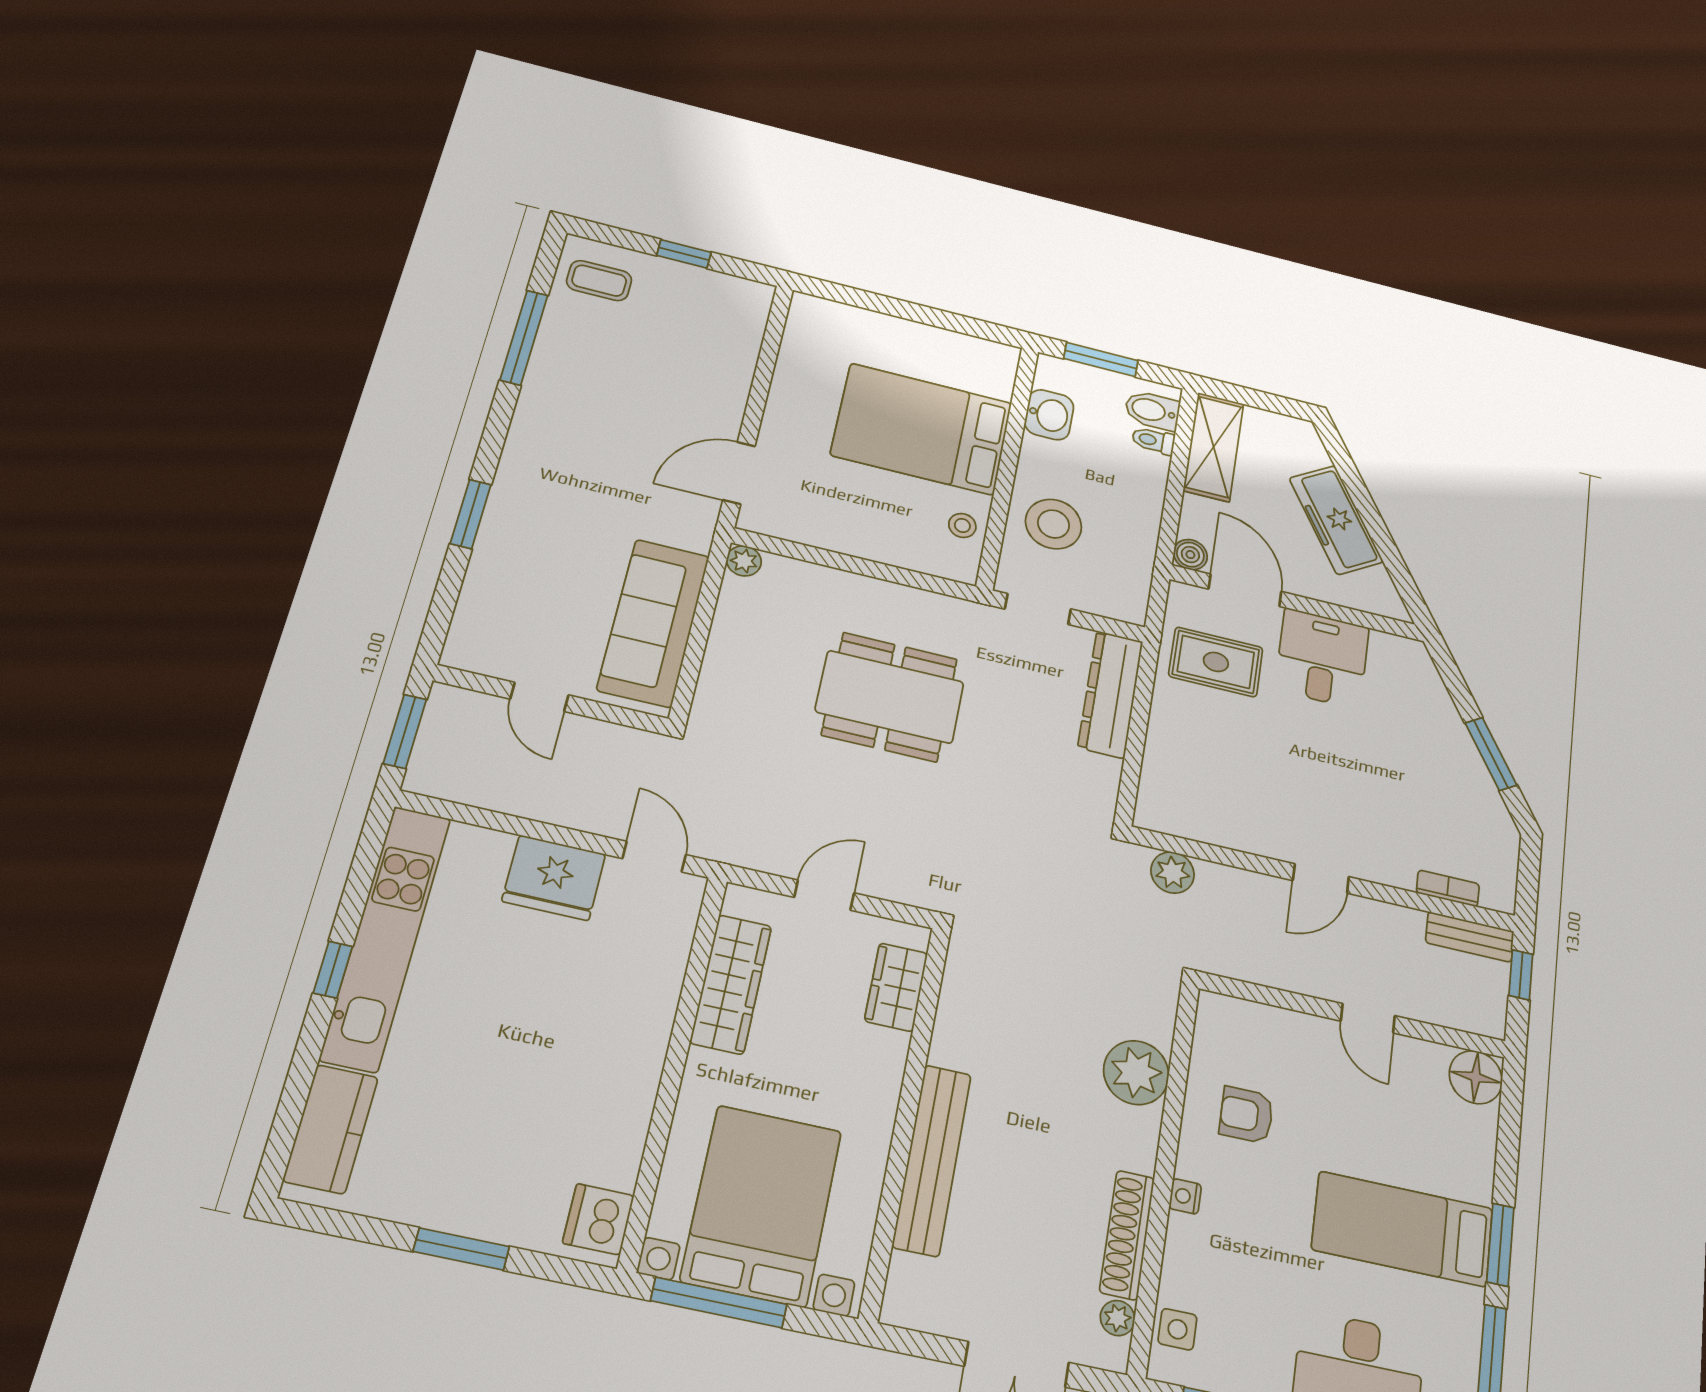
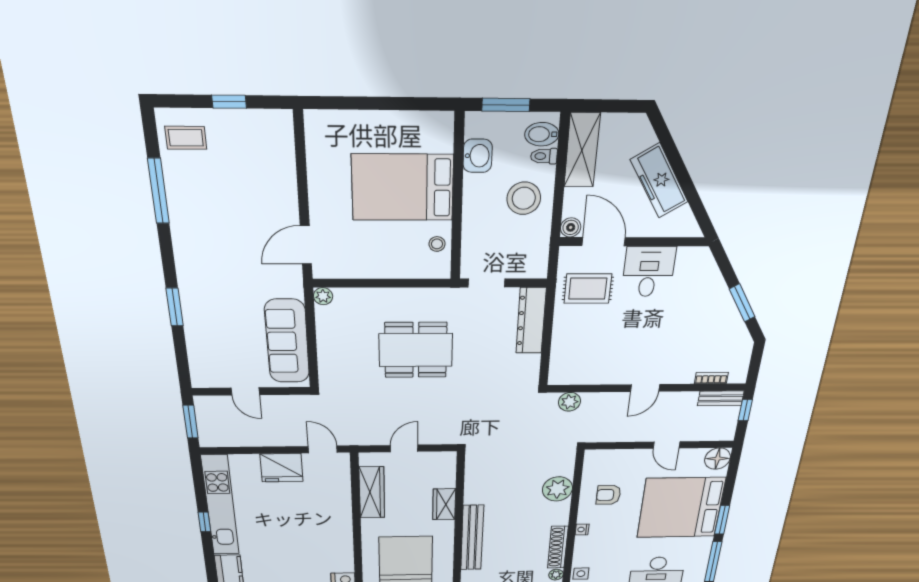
stool: (1053, 524) -> (524, 198), moved
wardrobe: (896, 987) -> (444, 504), moved
bed: (1403, 1229) -> (681, 508), width x2.04

